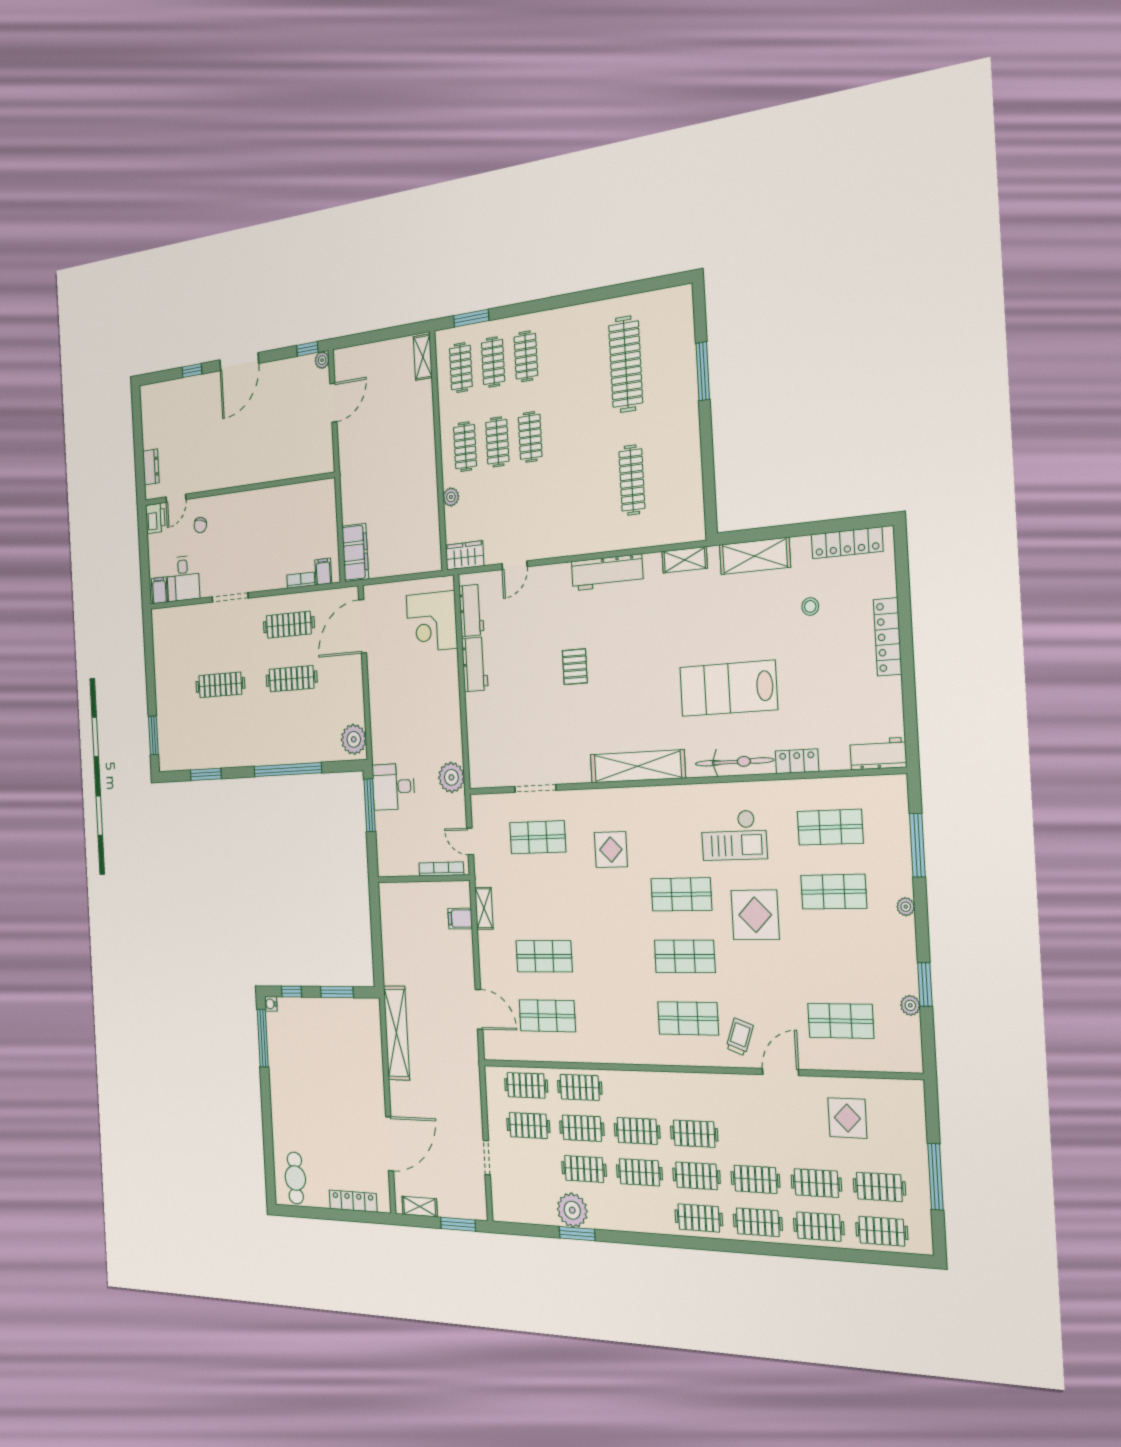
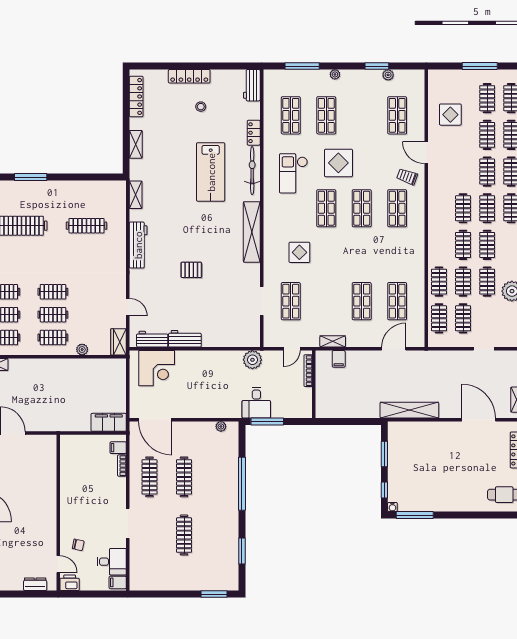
shelving: (755, 556) -> (136, 144), width x0.67, depth x0.75
stool: (810, 606) -> (201, 107), moved
plant: (354, 739) -> (221, 426), width x0.53, depth x0.53
checkout: (734, 835) -> (293, 173), turned 180

